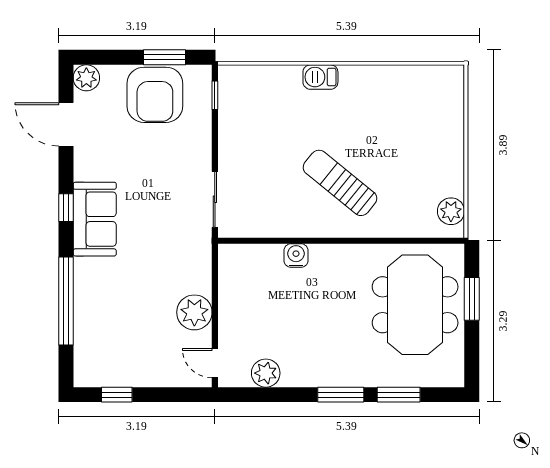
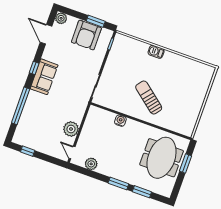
plant: (451, 211) -> (190, 125), removed

